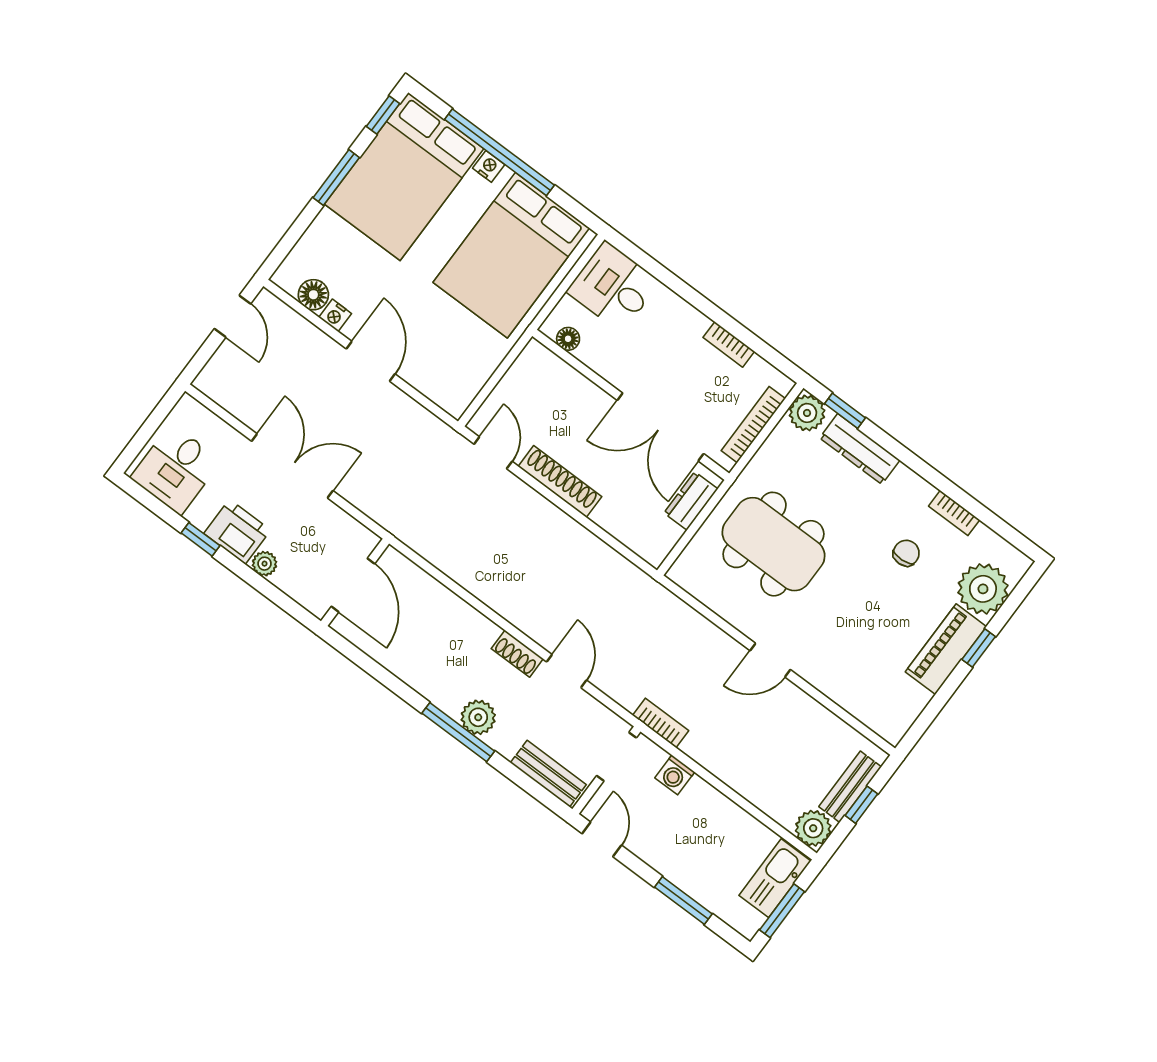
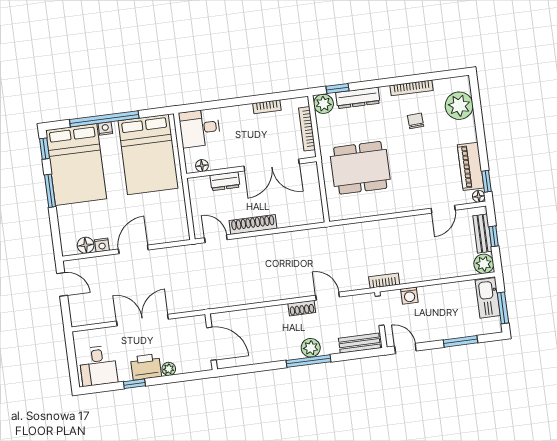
door: (371, 361) -> (133, 249), hinge flipped
dresser: (691, 501) -> (225, 181), moved, turned -90
bookcase: (954, 513) -> (411, 88), width x1.56
window: (979, 648) -> (487, 181), moved
piano: (946, 649) -> (471, 166), moved
door: (770, 660) -> (443, 209), moved
floor lamp: (893, 733) -> (479, 196), added

